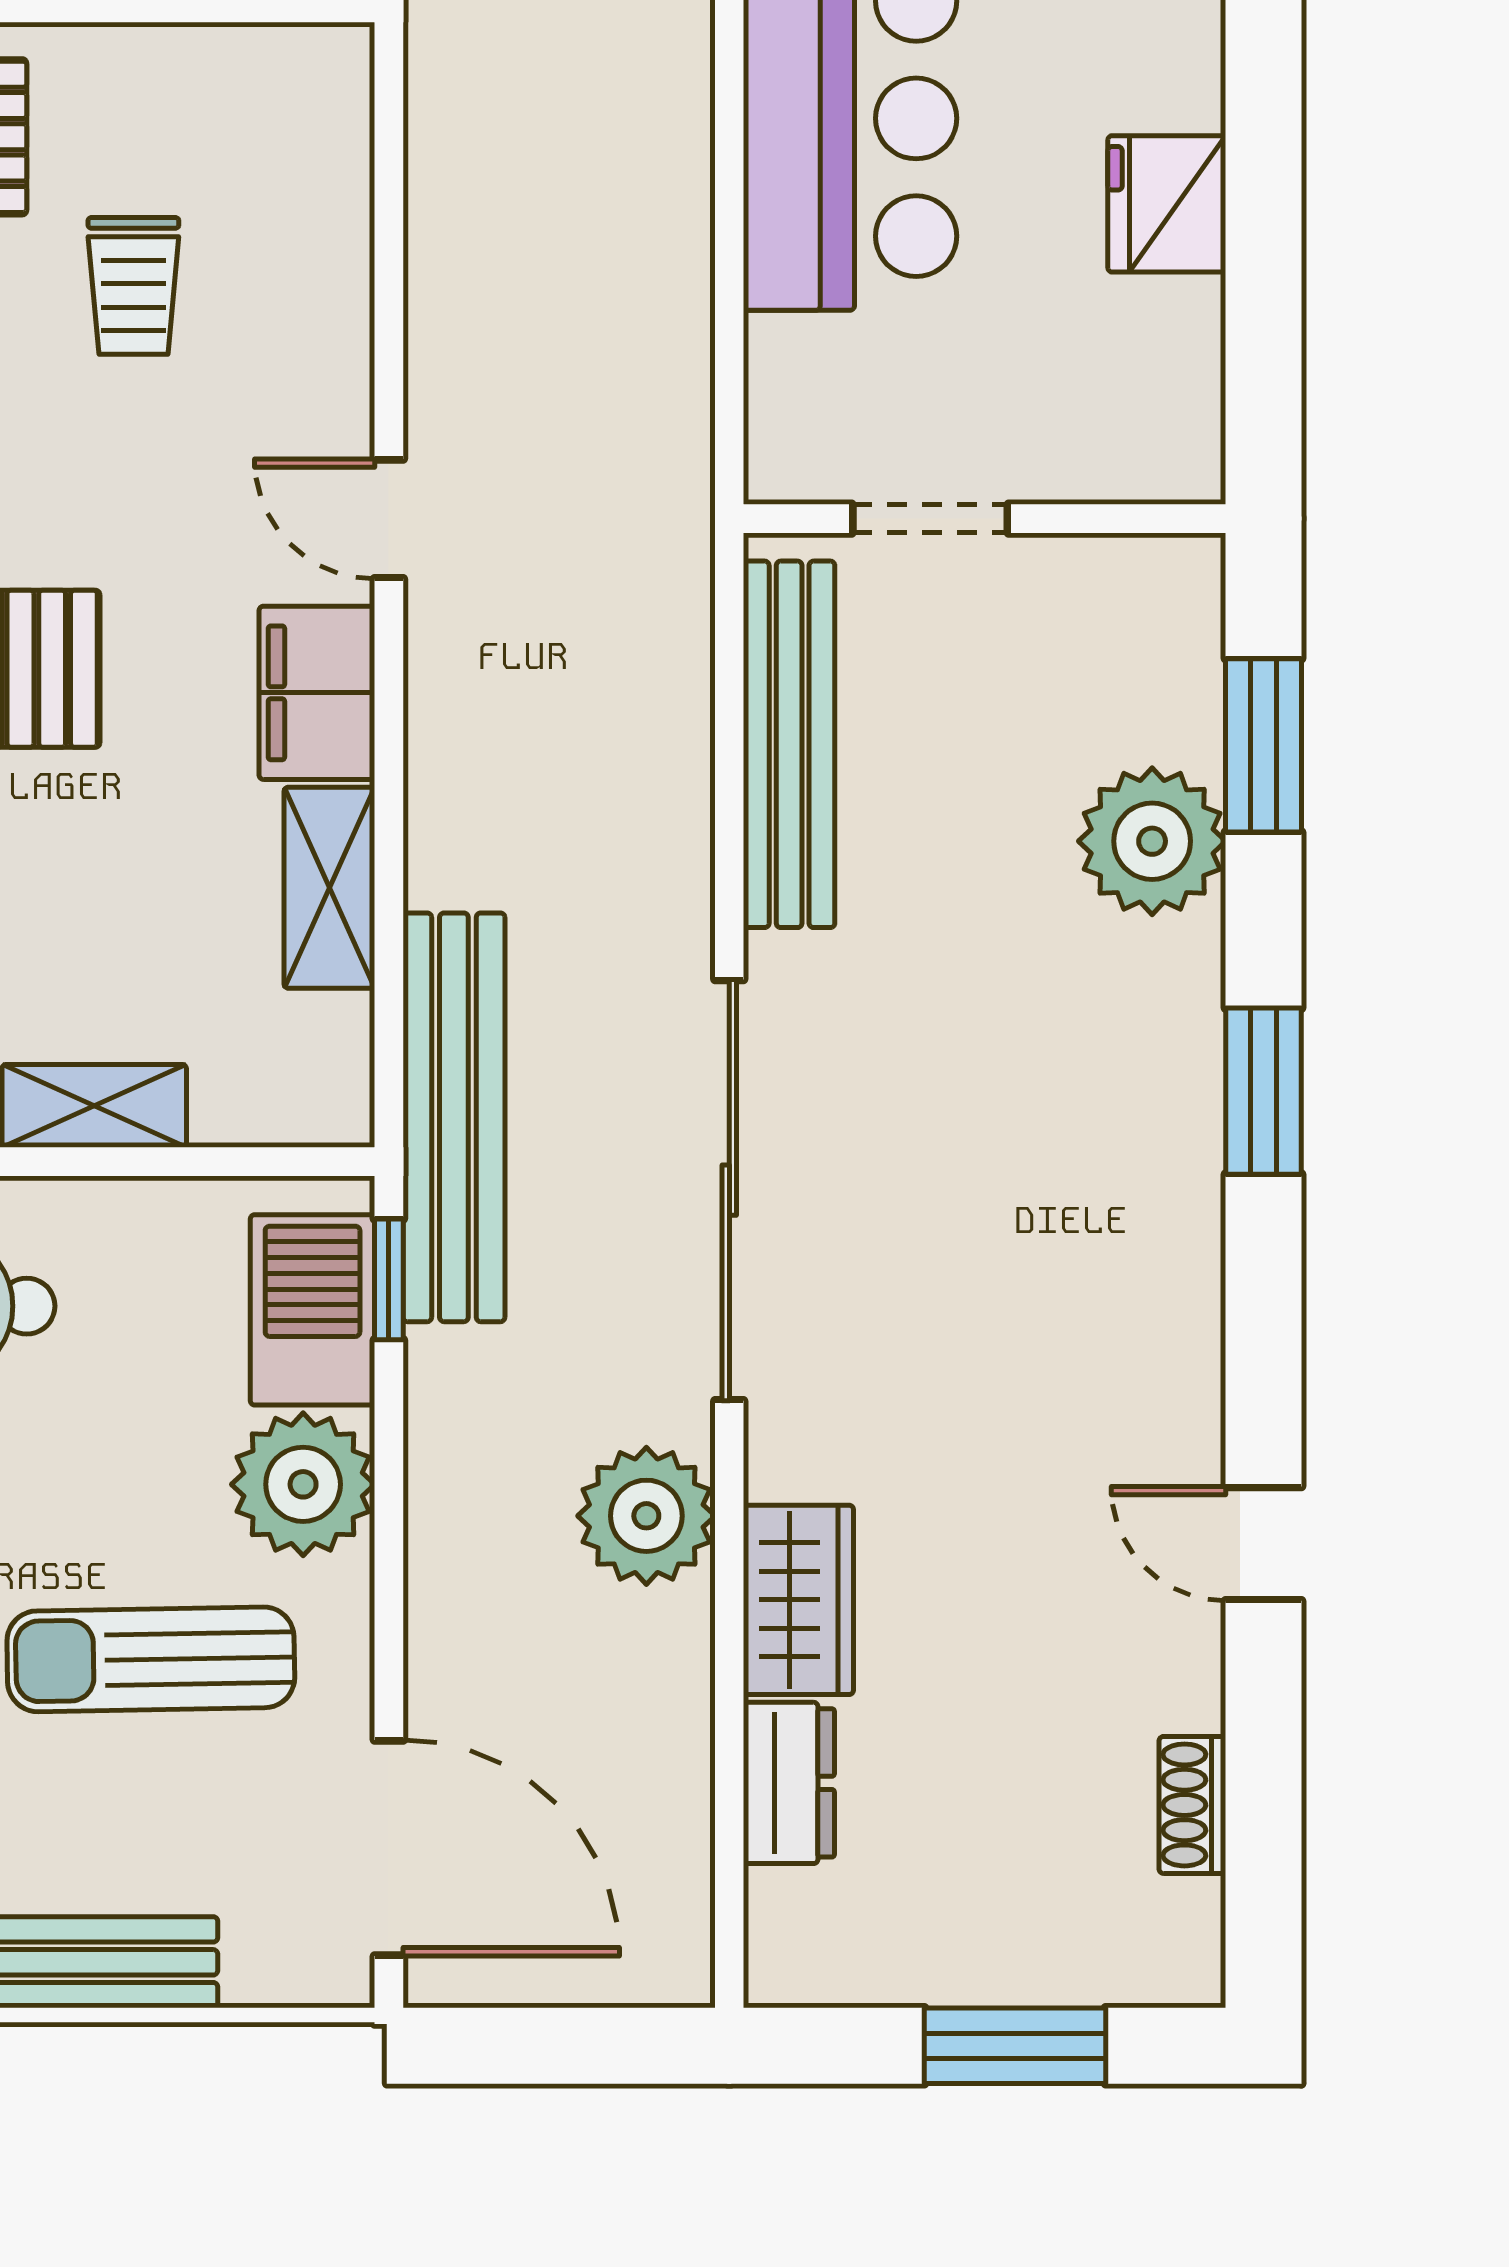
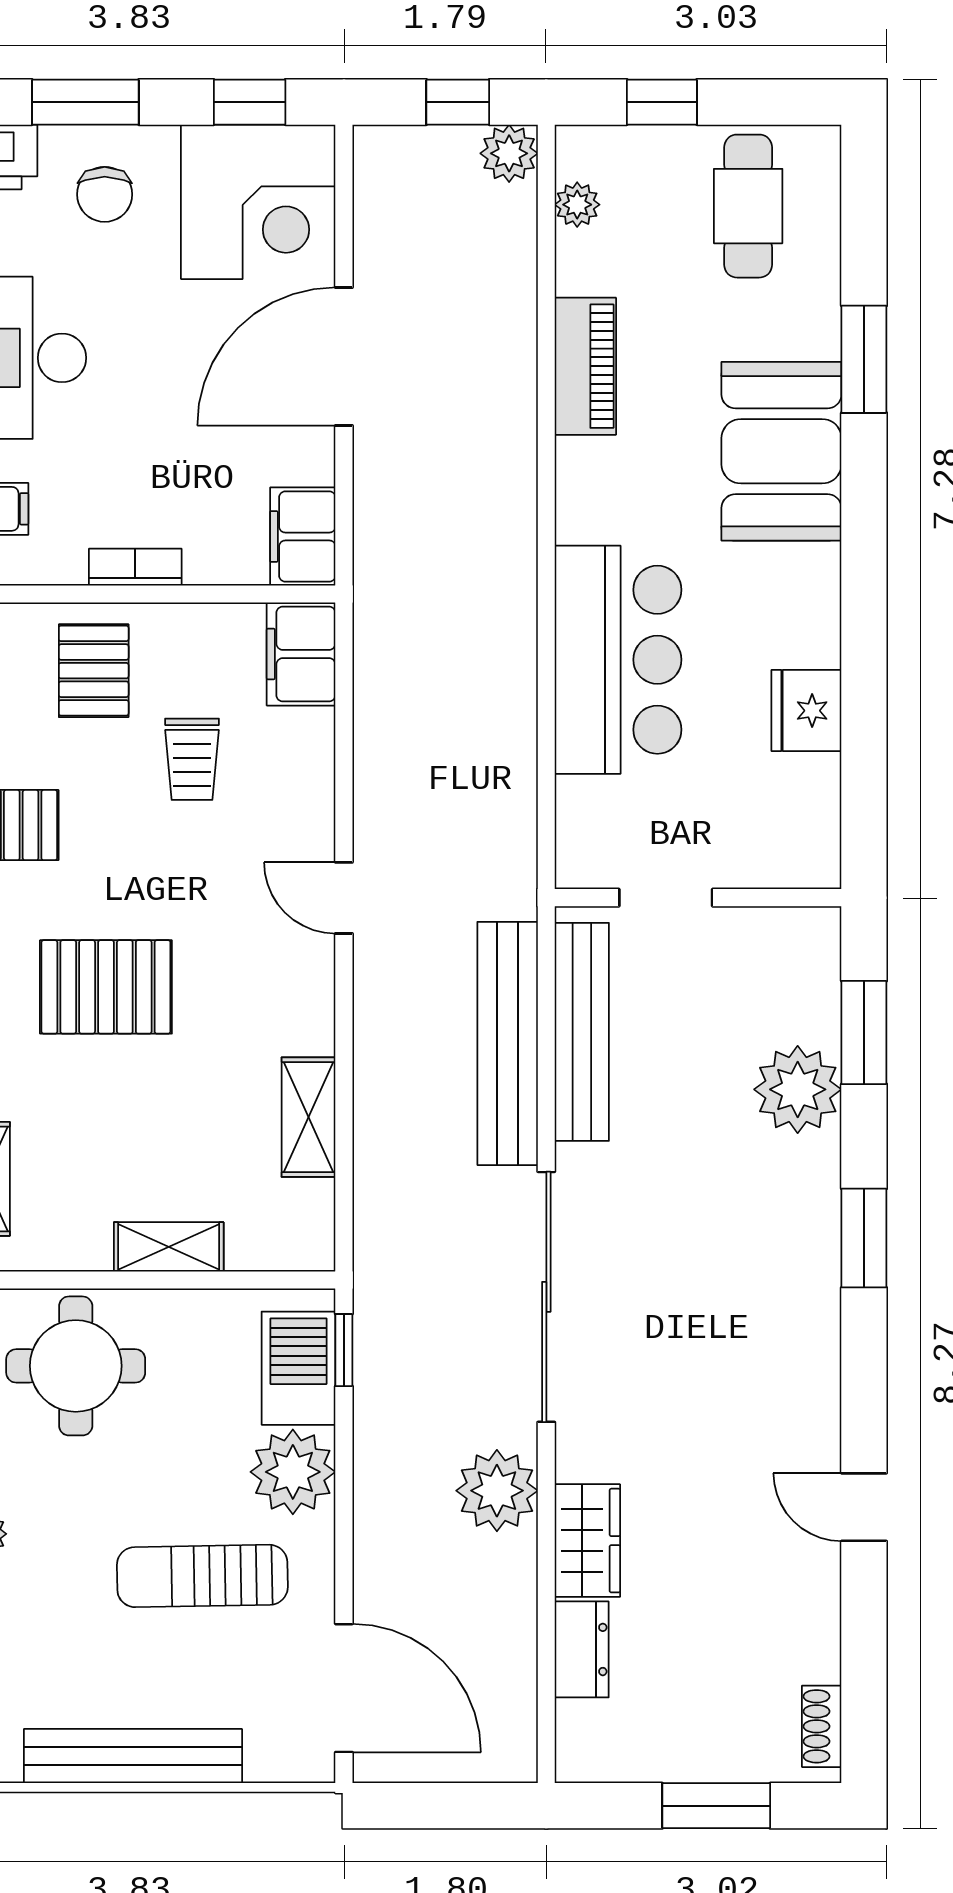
filing cabinet: (317, 693) -> (301, 654), moved
bench: (454, 1117) -> (508, 1043), moved
shoe rack: (1192, 1805) -> (822, 1726), moved

